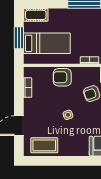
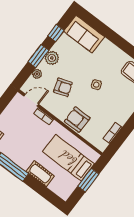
cot: (36, 15) -> (40, 174), moved
armchair: (62, 77) -> (77, 120), turned 180

